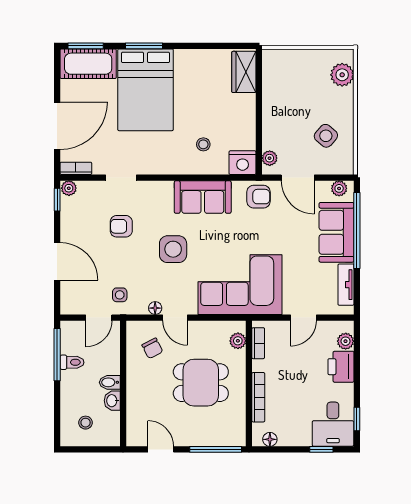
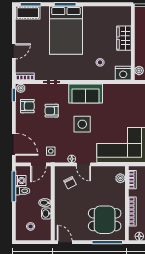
cot: (88, 64) -> (28, 13), width x0.73, depth x0.75
wardrobe: (244, 72) -> (124, 38), moved
door: (57, 126) -> (14, 51), width x0.53
sofa: (203, 197) -> (86, 93), moved
armchair: (259, 197) -> (27, 106), moved
door: (57, 261) -> (14, 144), moved
washing machine: (69, 345) -> (21, 181), added
dining table: (201, 383) -> (105, 220), moved
door: (161, 449) -> (65, 242), moved

